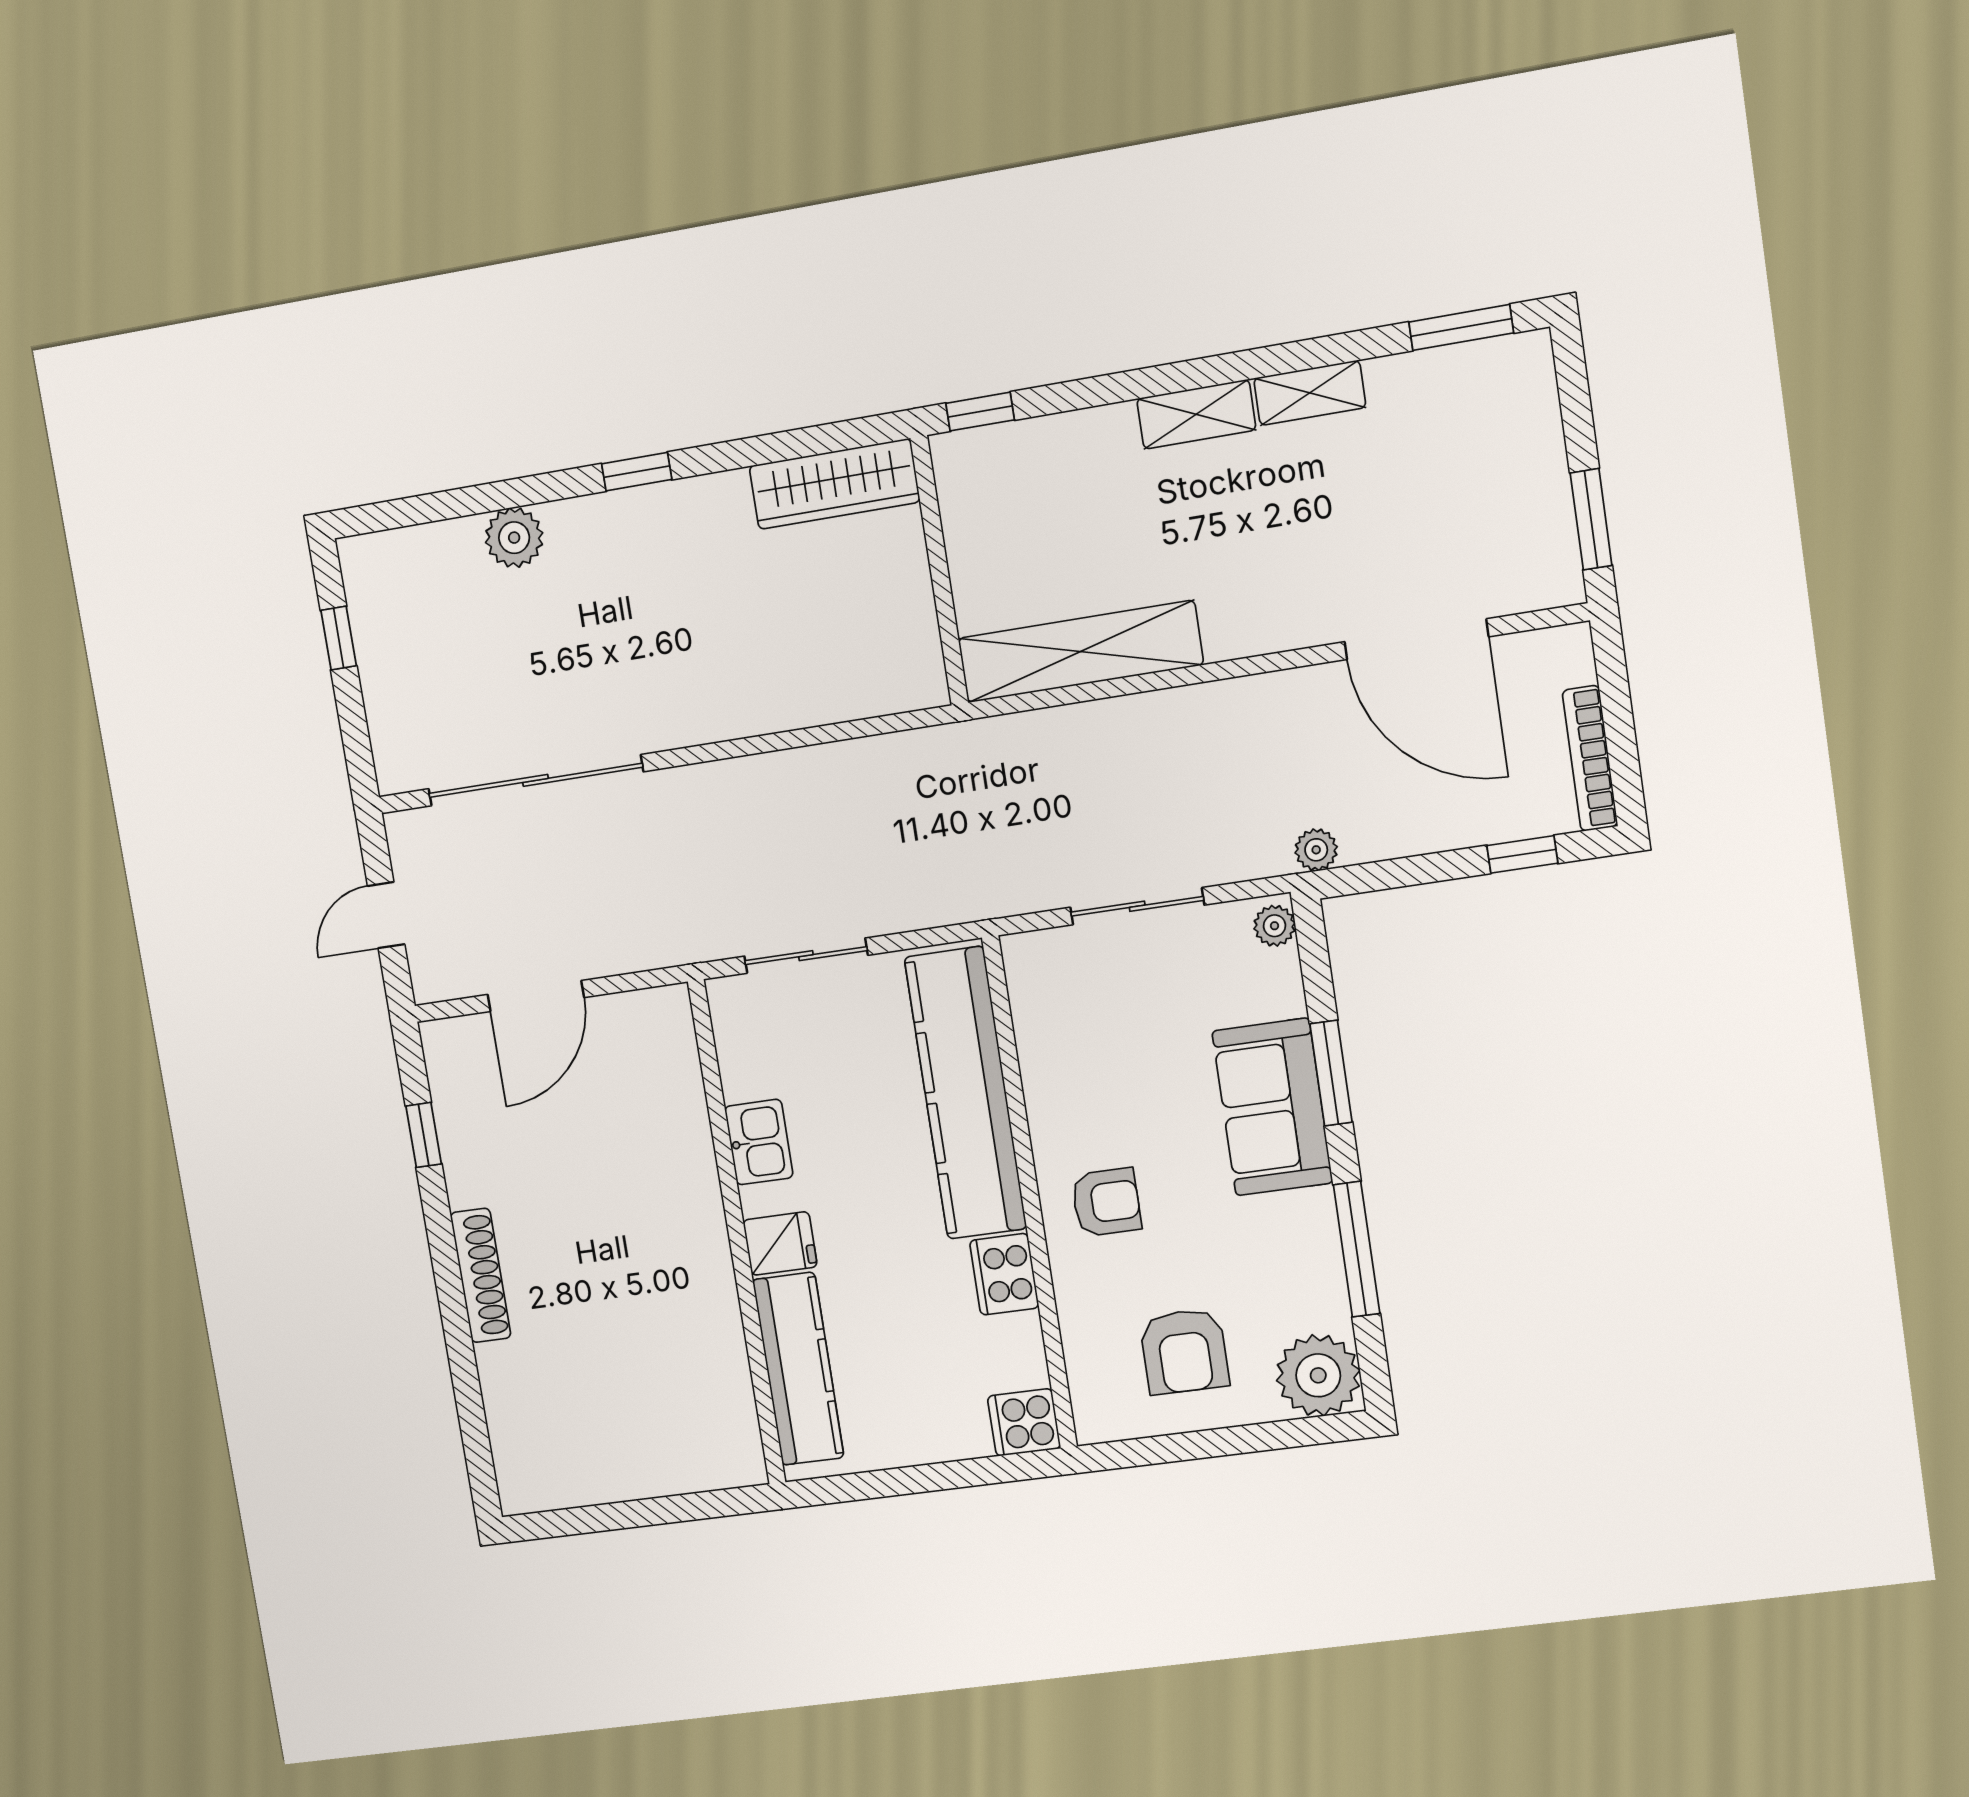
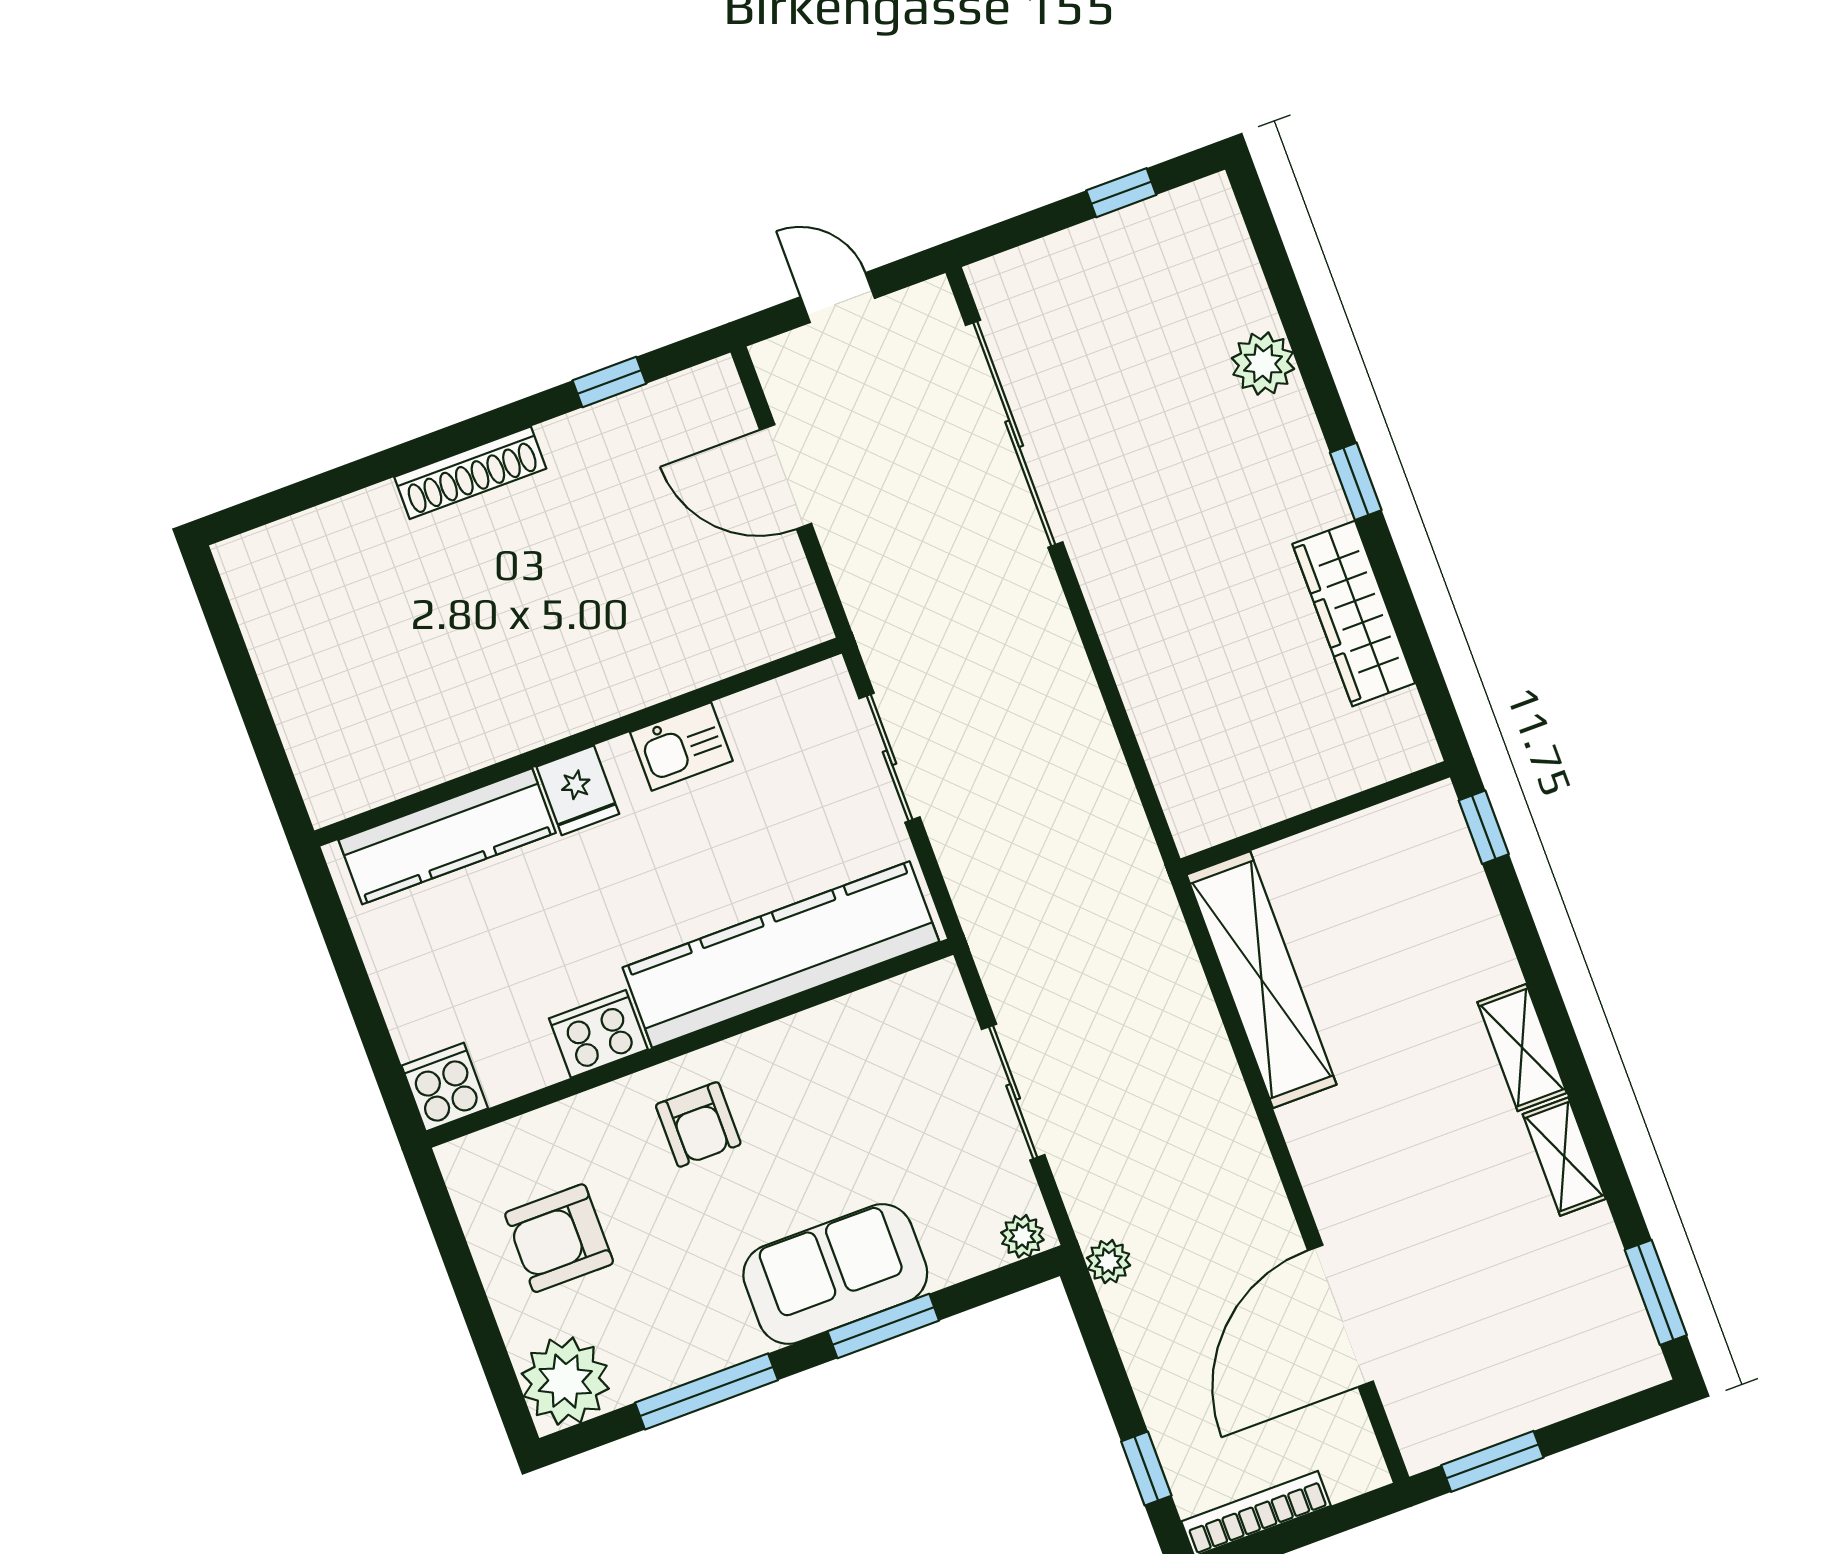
wardrobe: (834, 484) -> (1354, 614), moved

